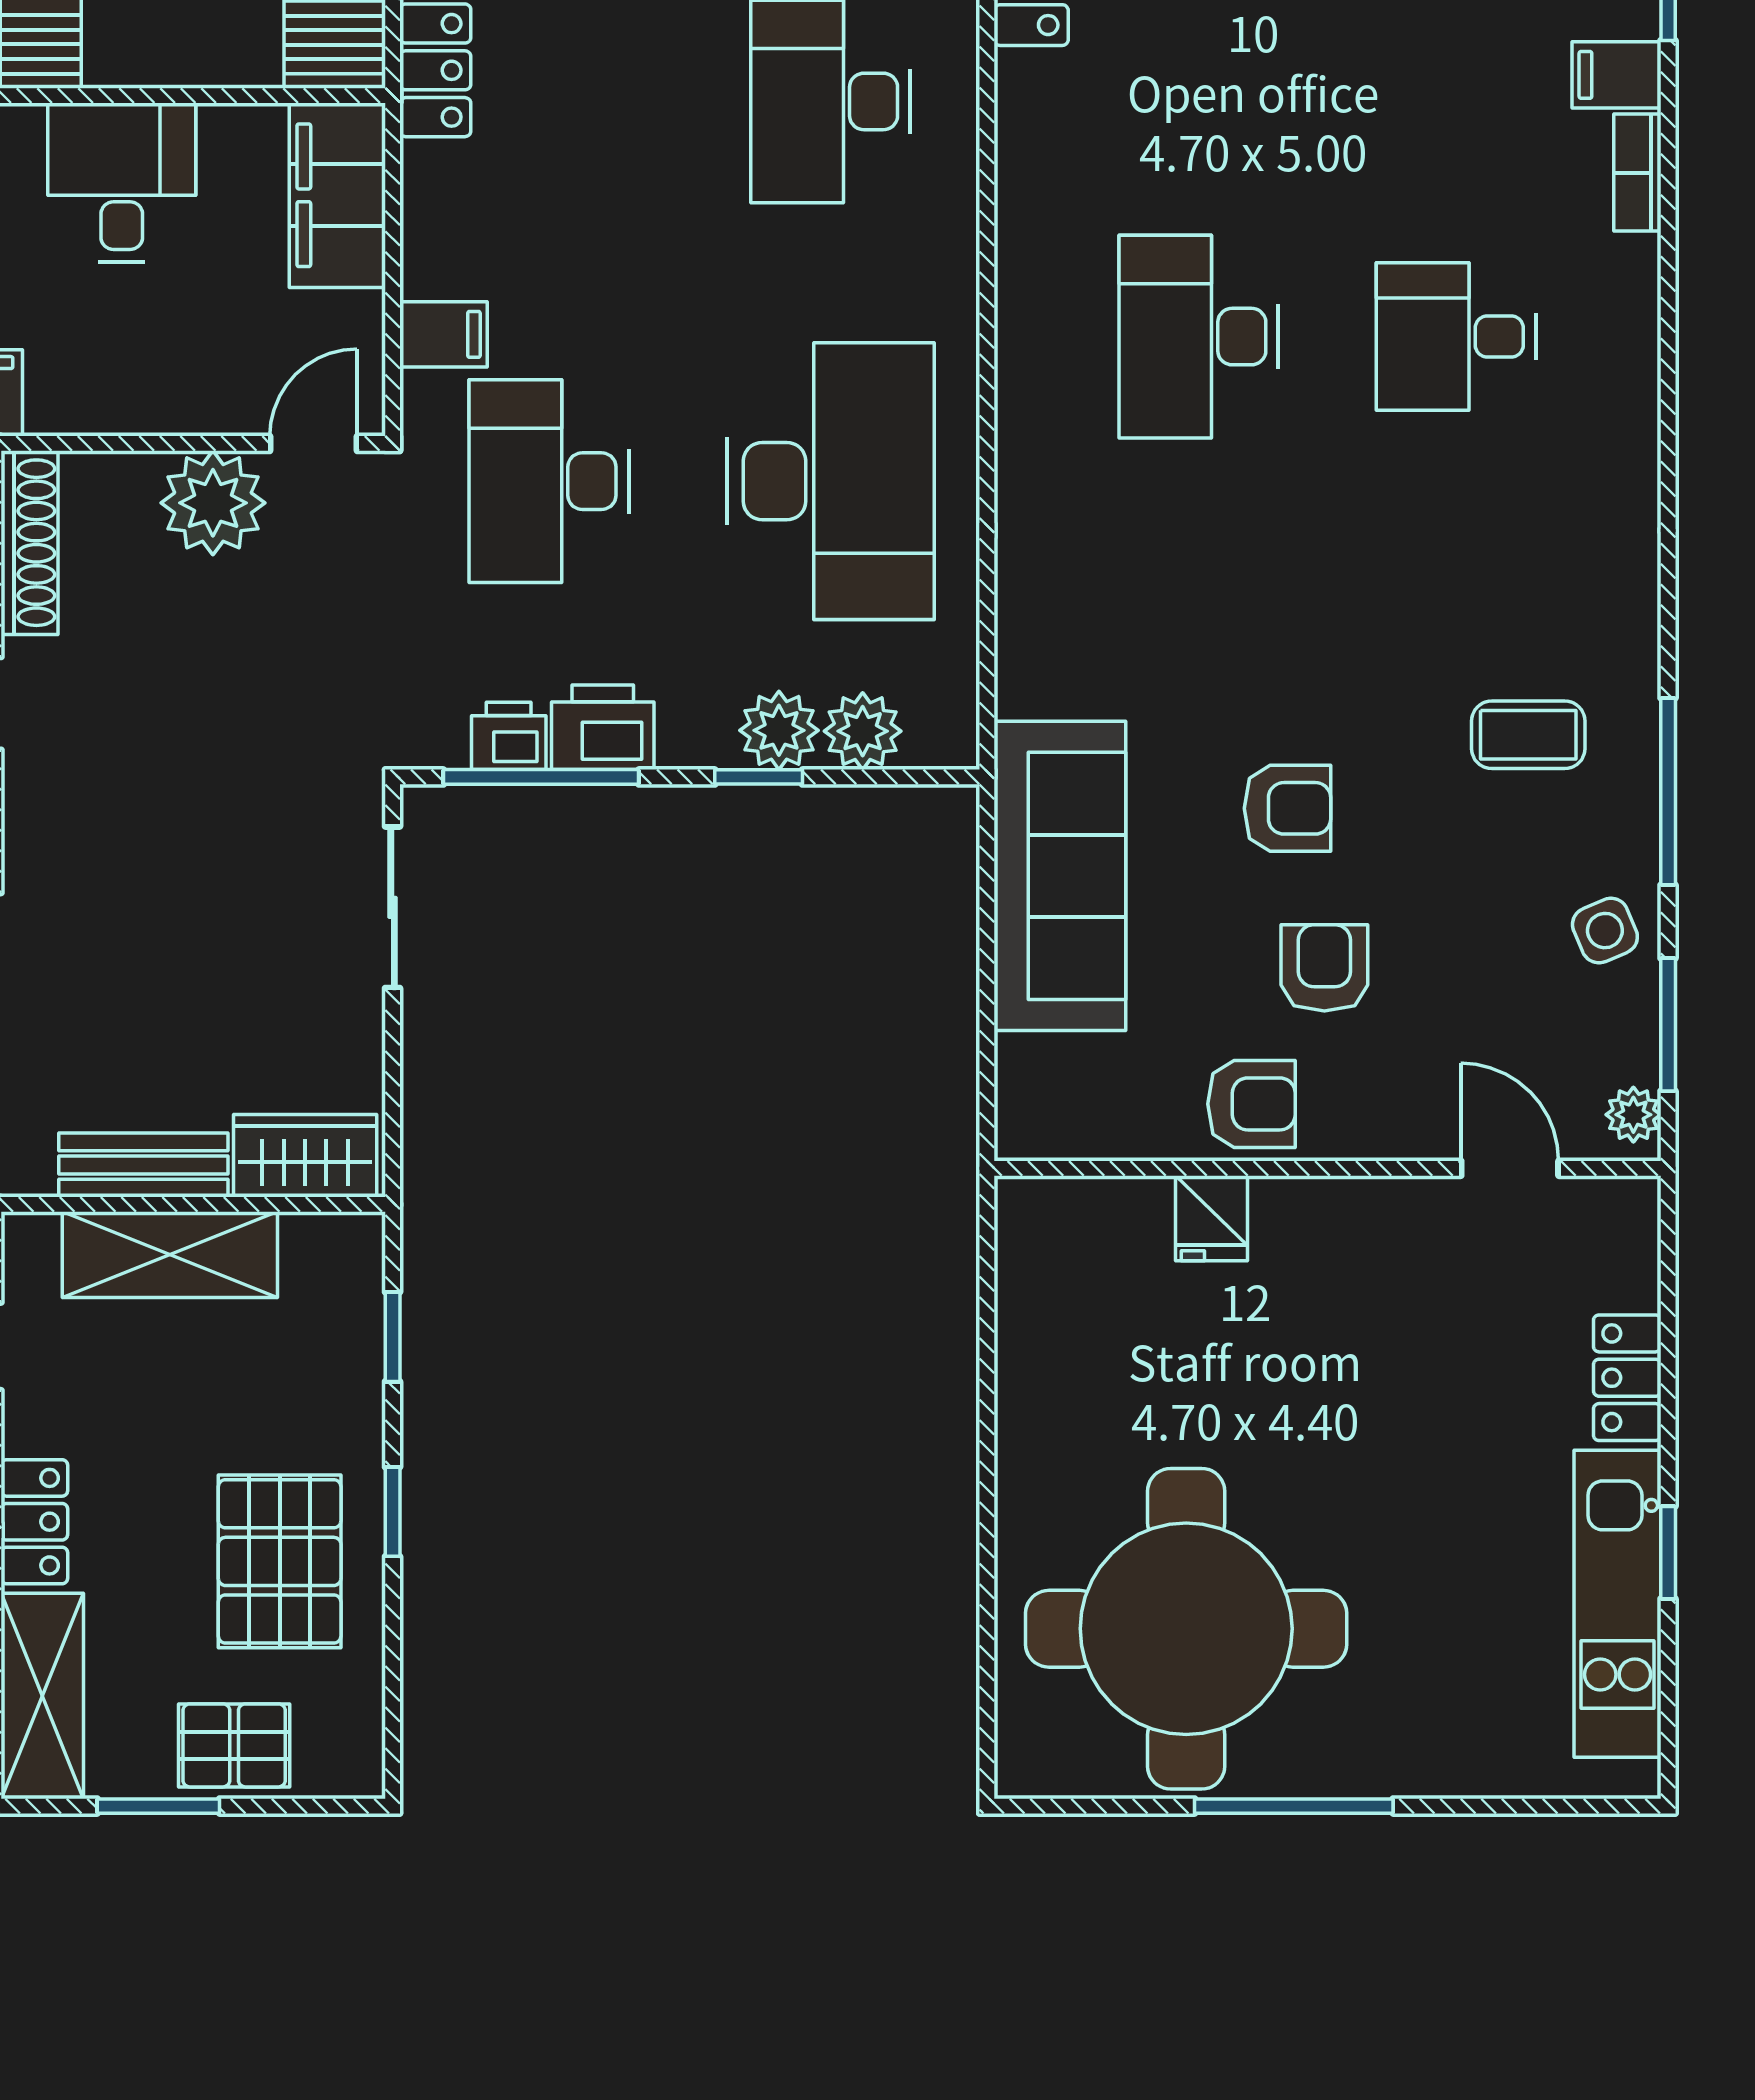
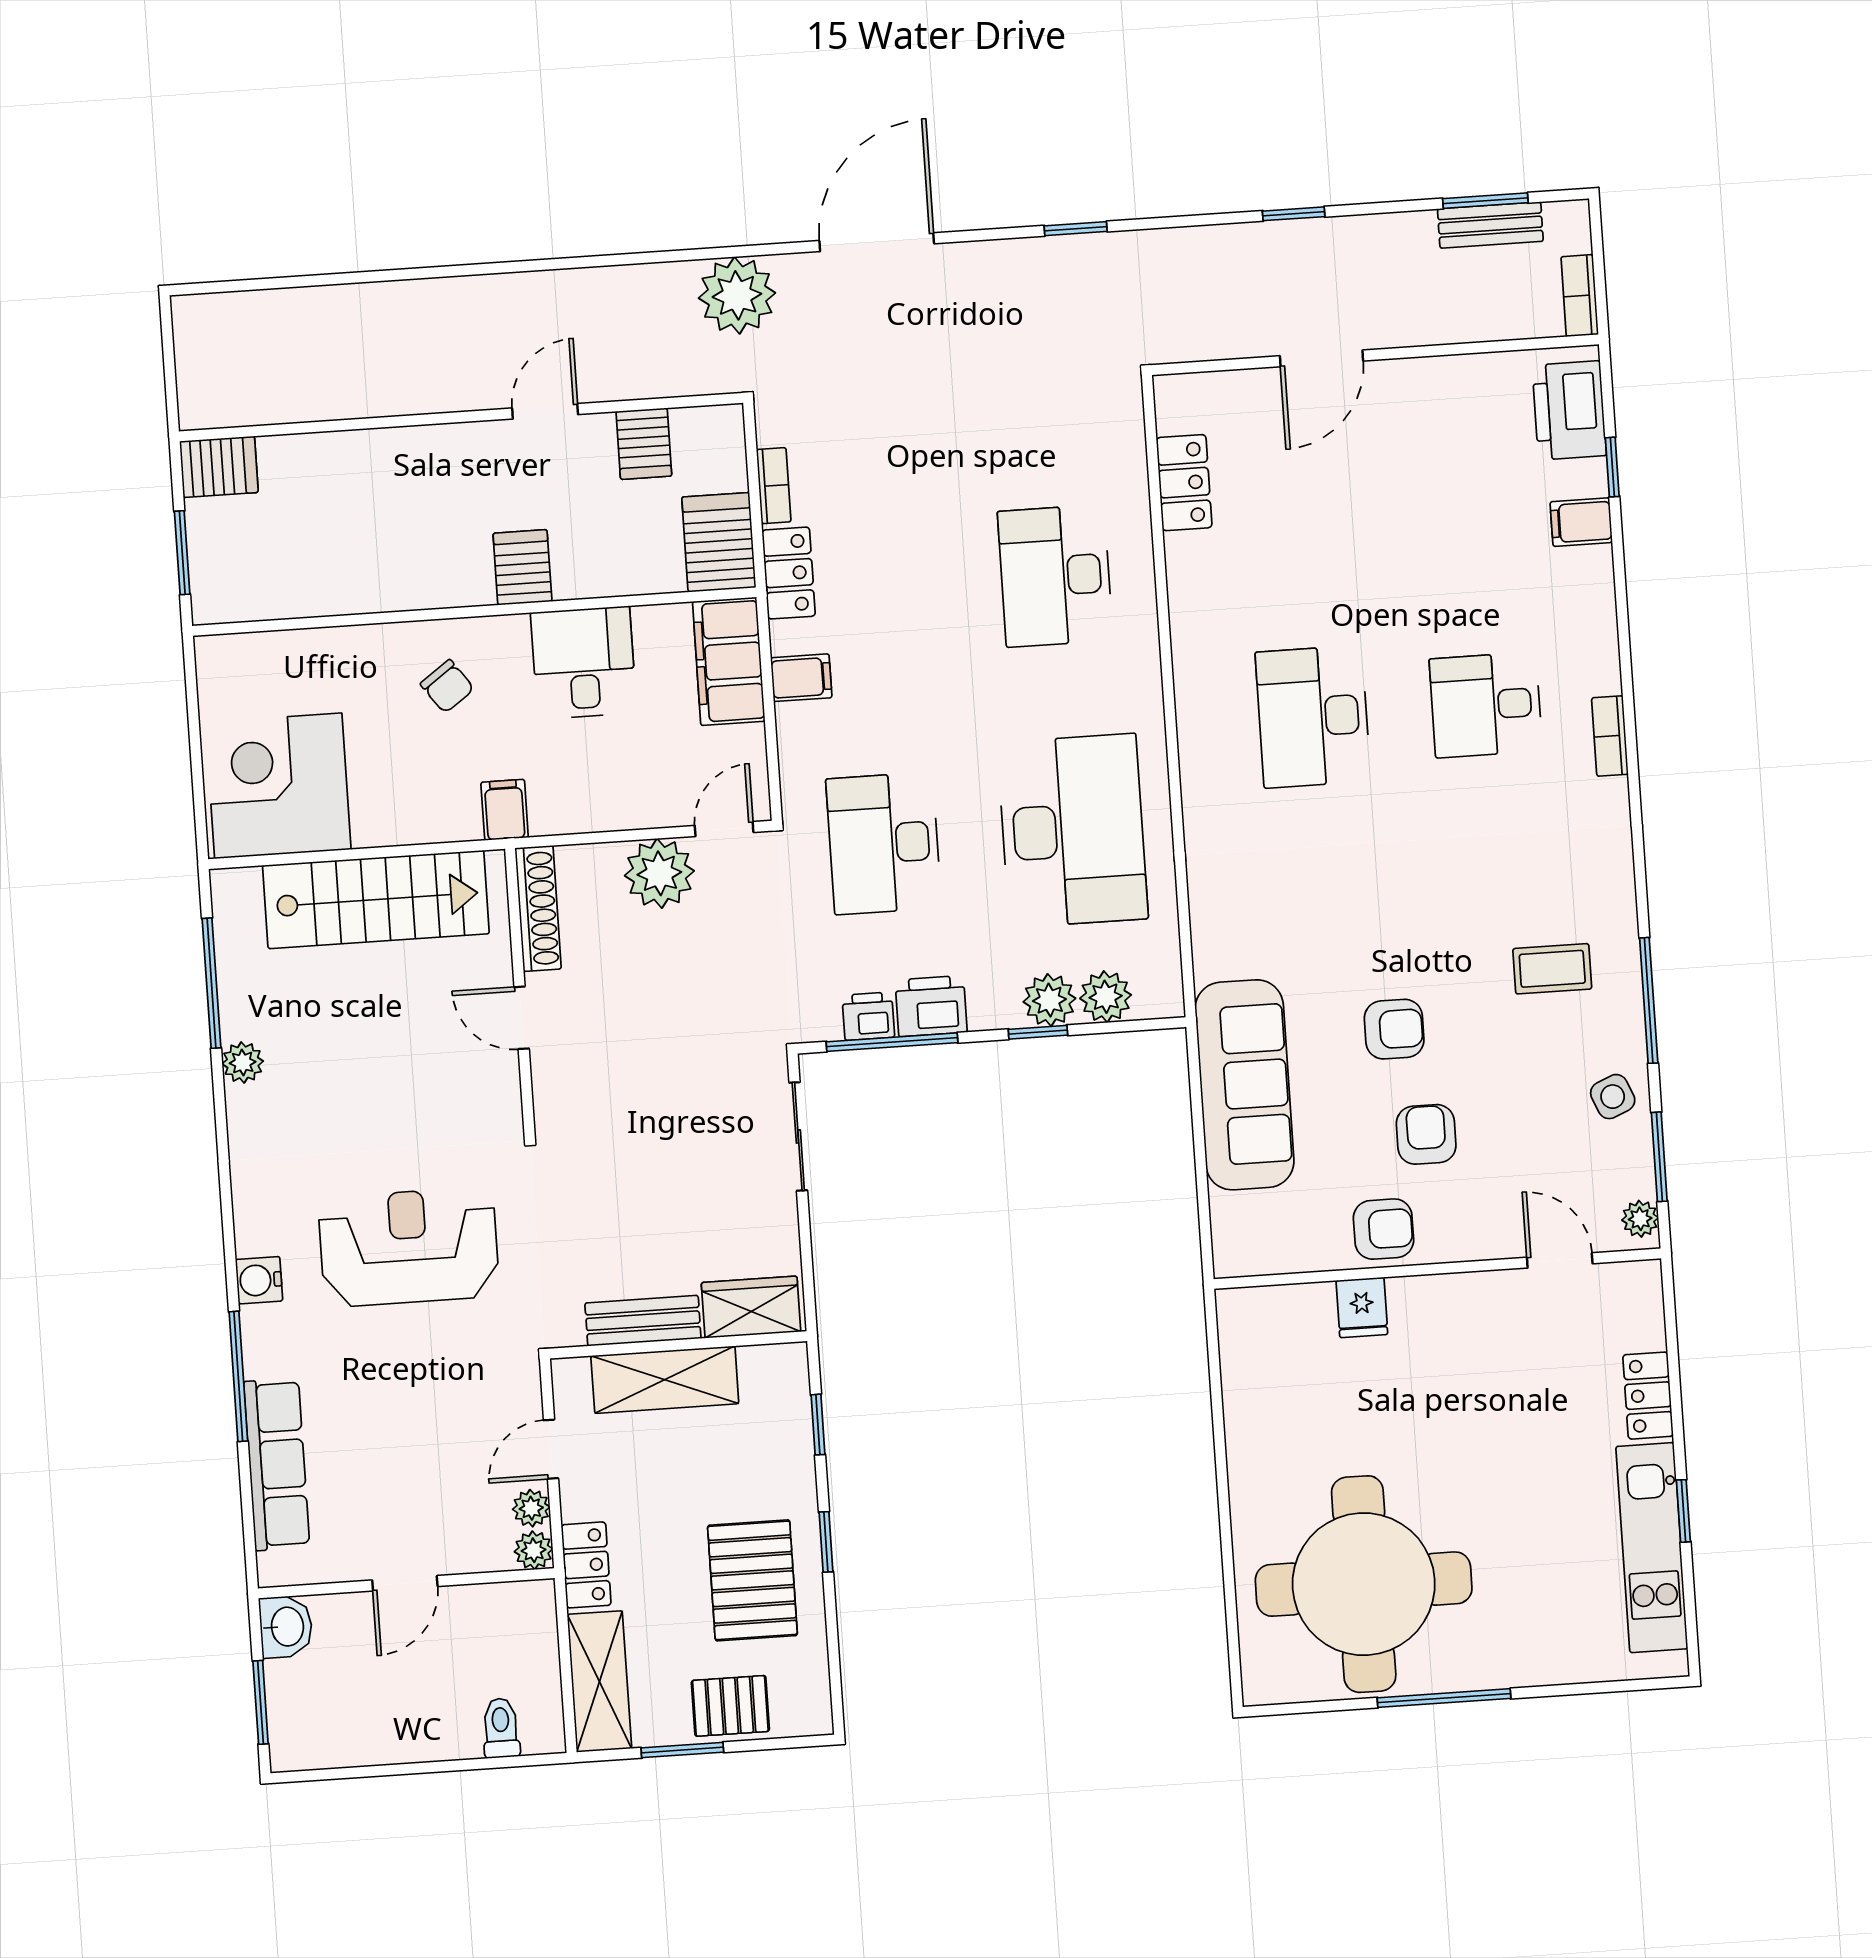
bookcase: (1637, 173) -> (1610, 736), moved
filing cabinet: (443, 334) -> (801, 678), moved

